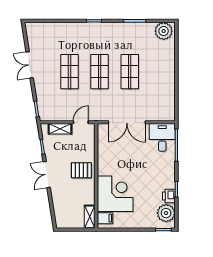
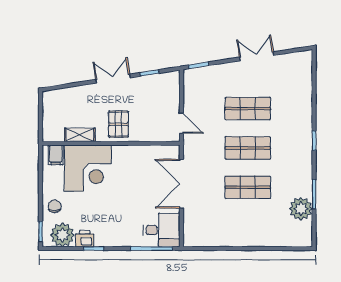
plant: (164, 31) -> (301, 209), moved
shelving: (60, 129) -> (173, 96), removed
shelving: (90, 217) -> (80, 135), moved
chair: (144, 219) -> (55, 206), added

